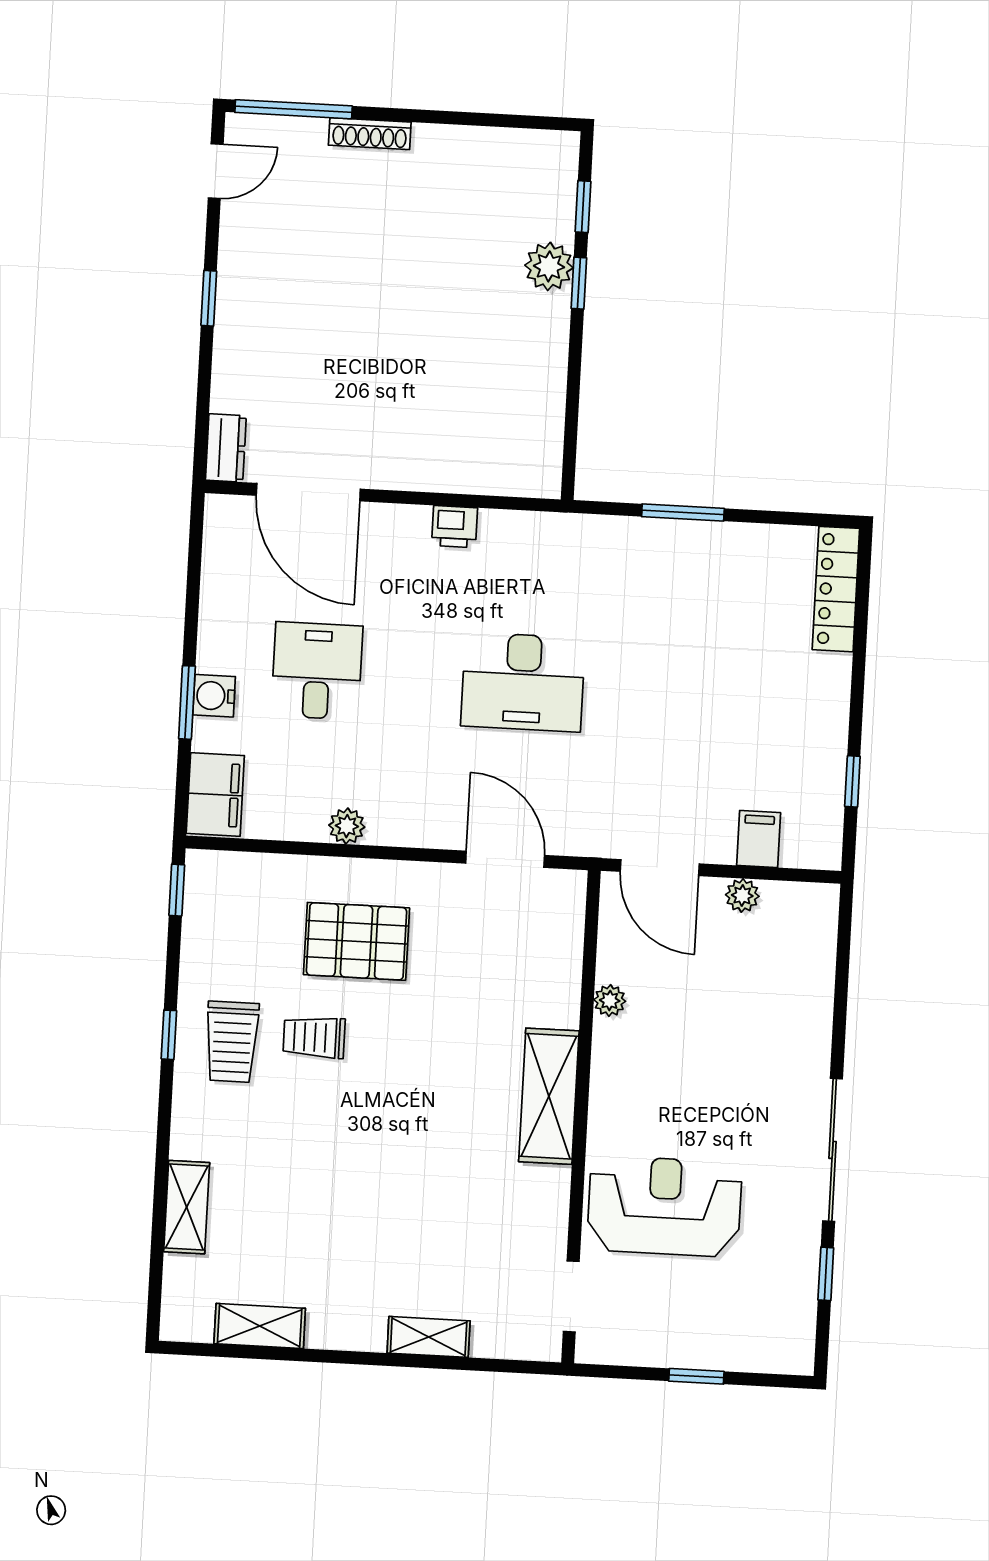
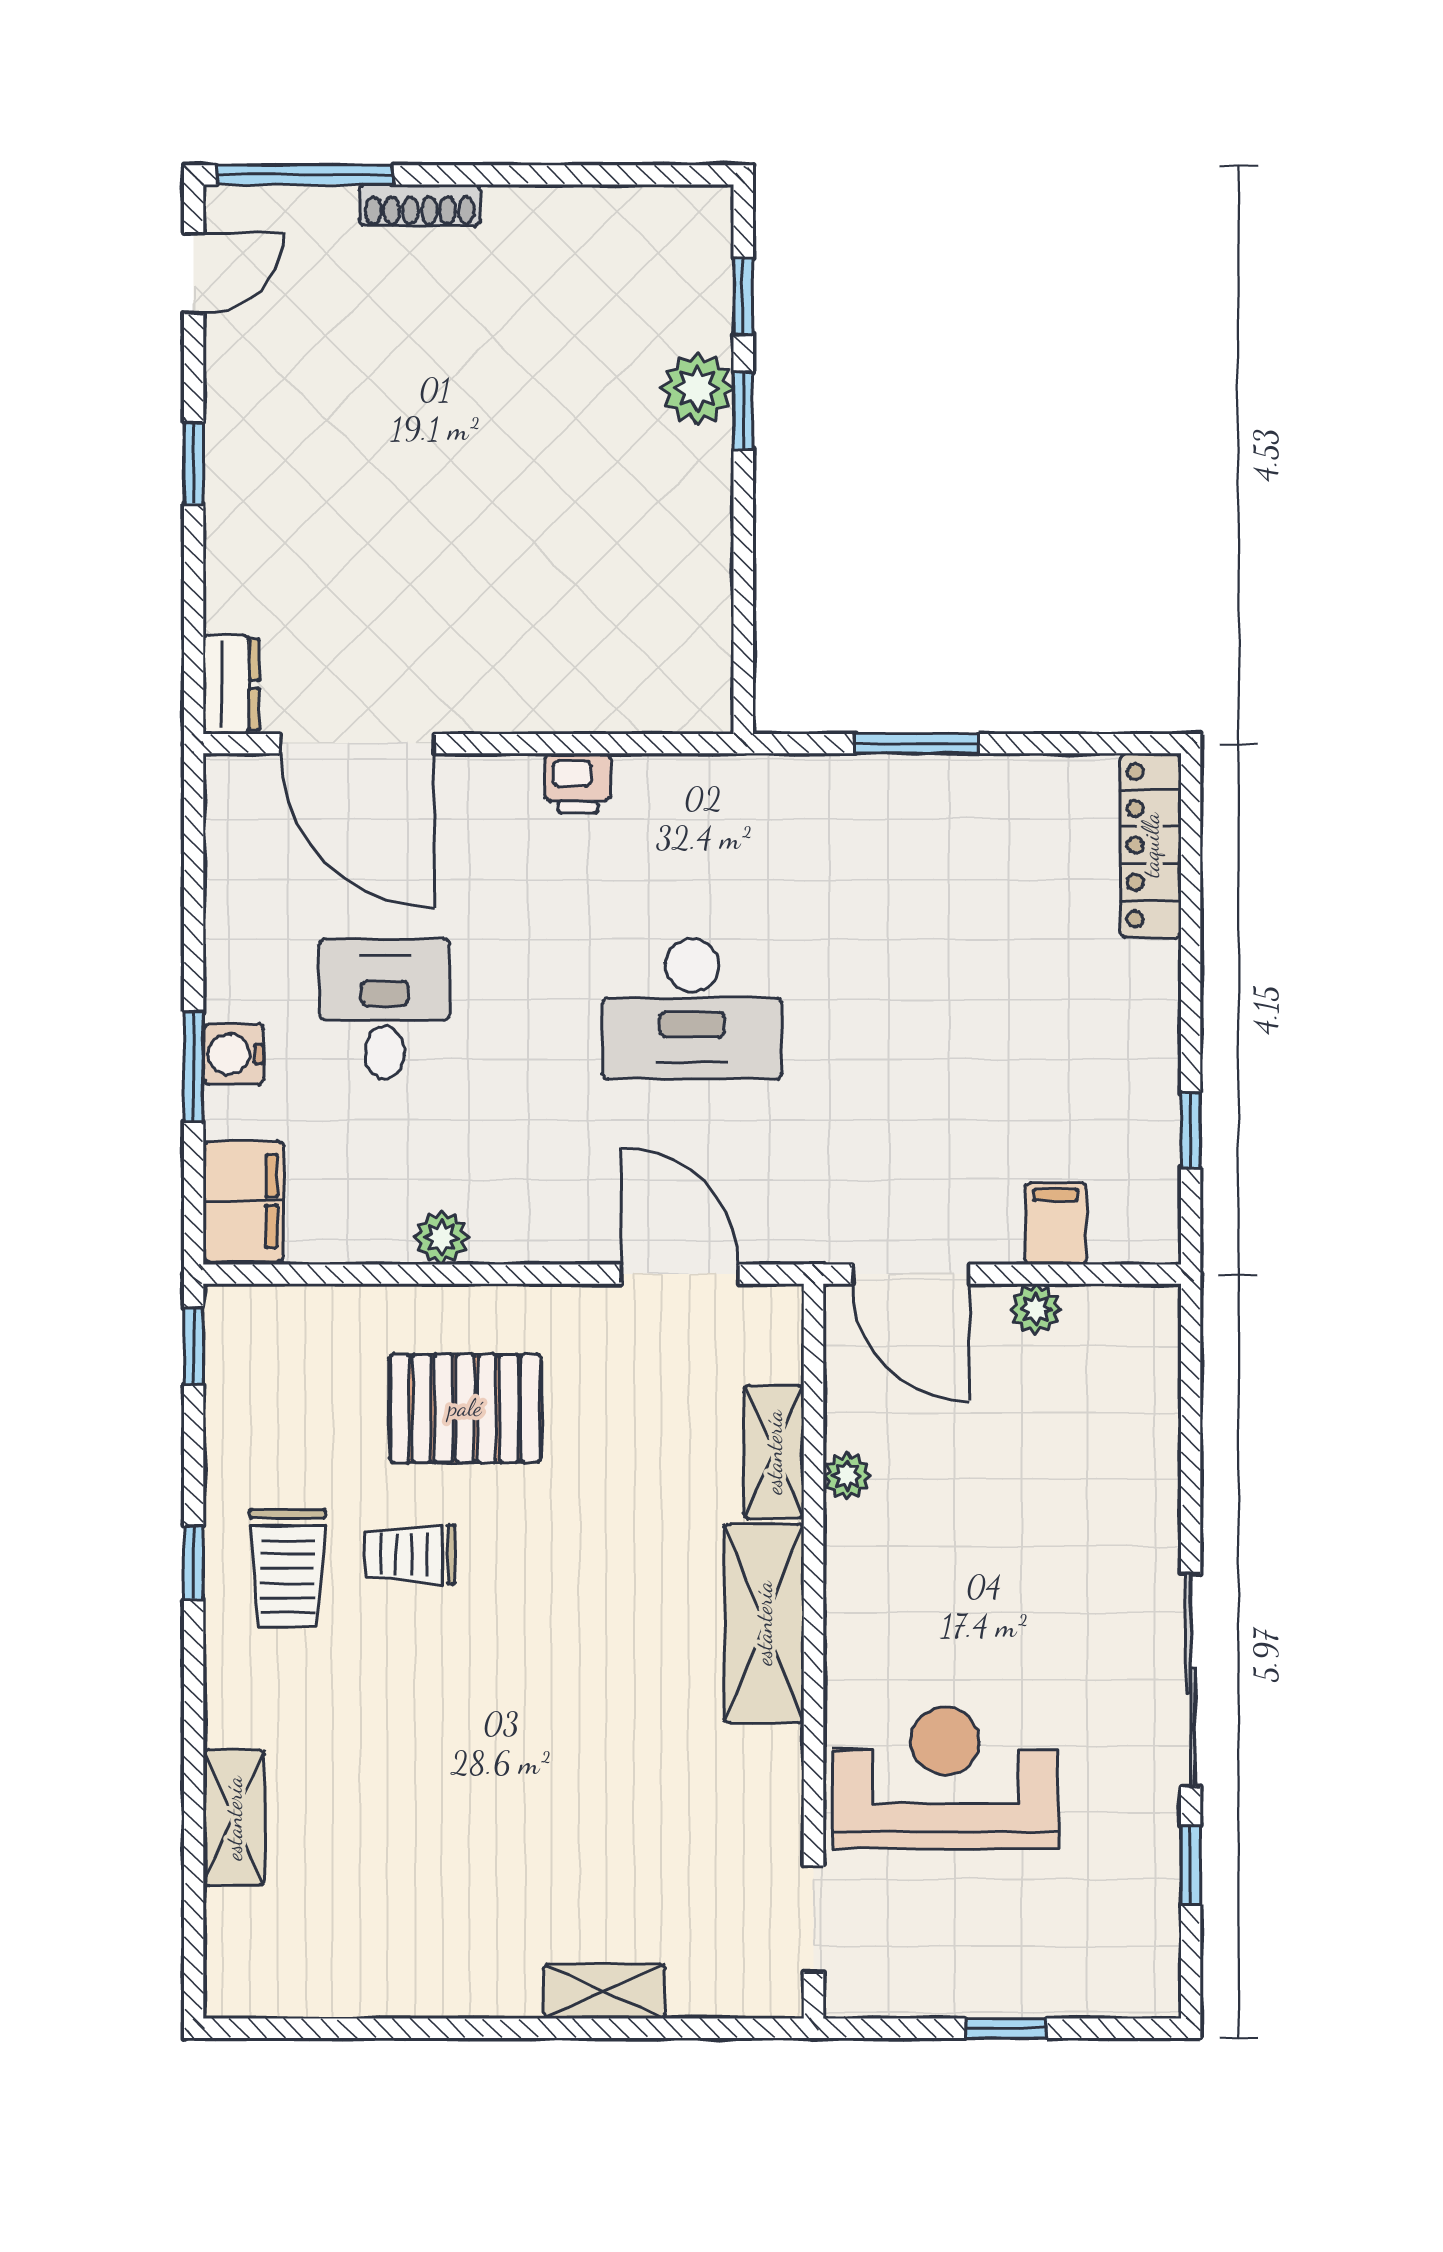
shelving: (260, 1326) -> (774, 1452), moved, turned 90

